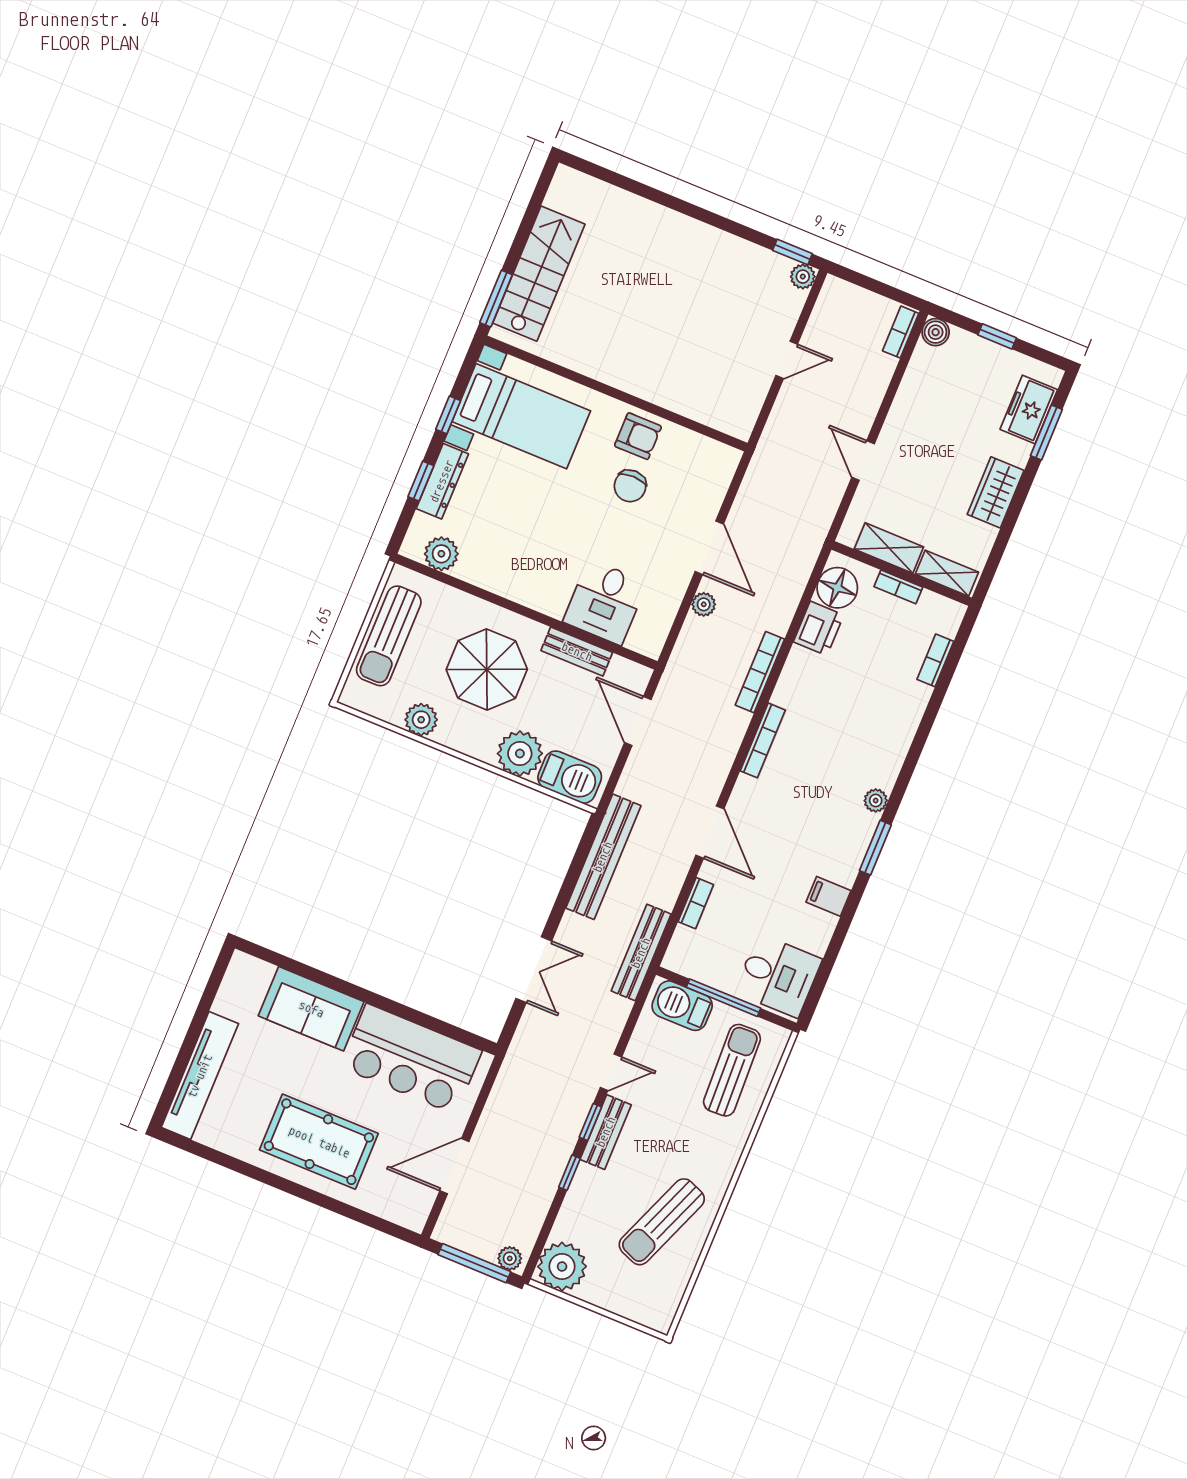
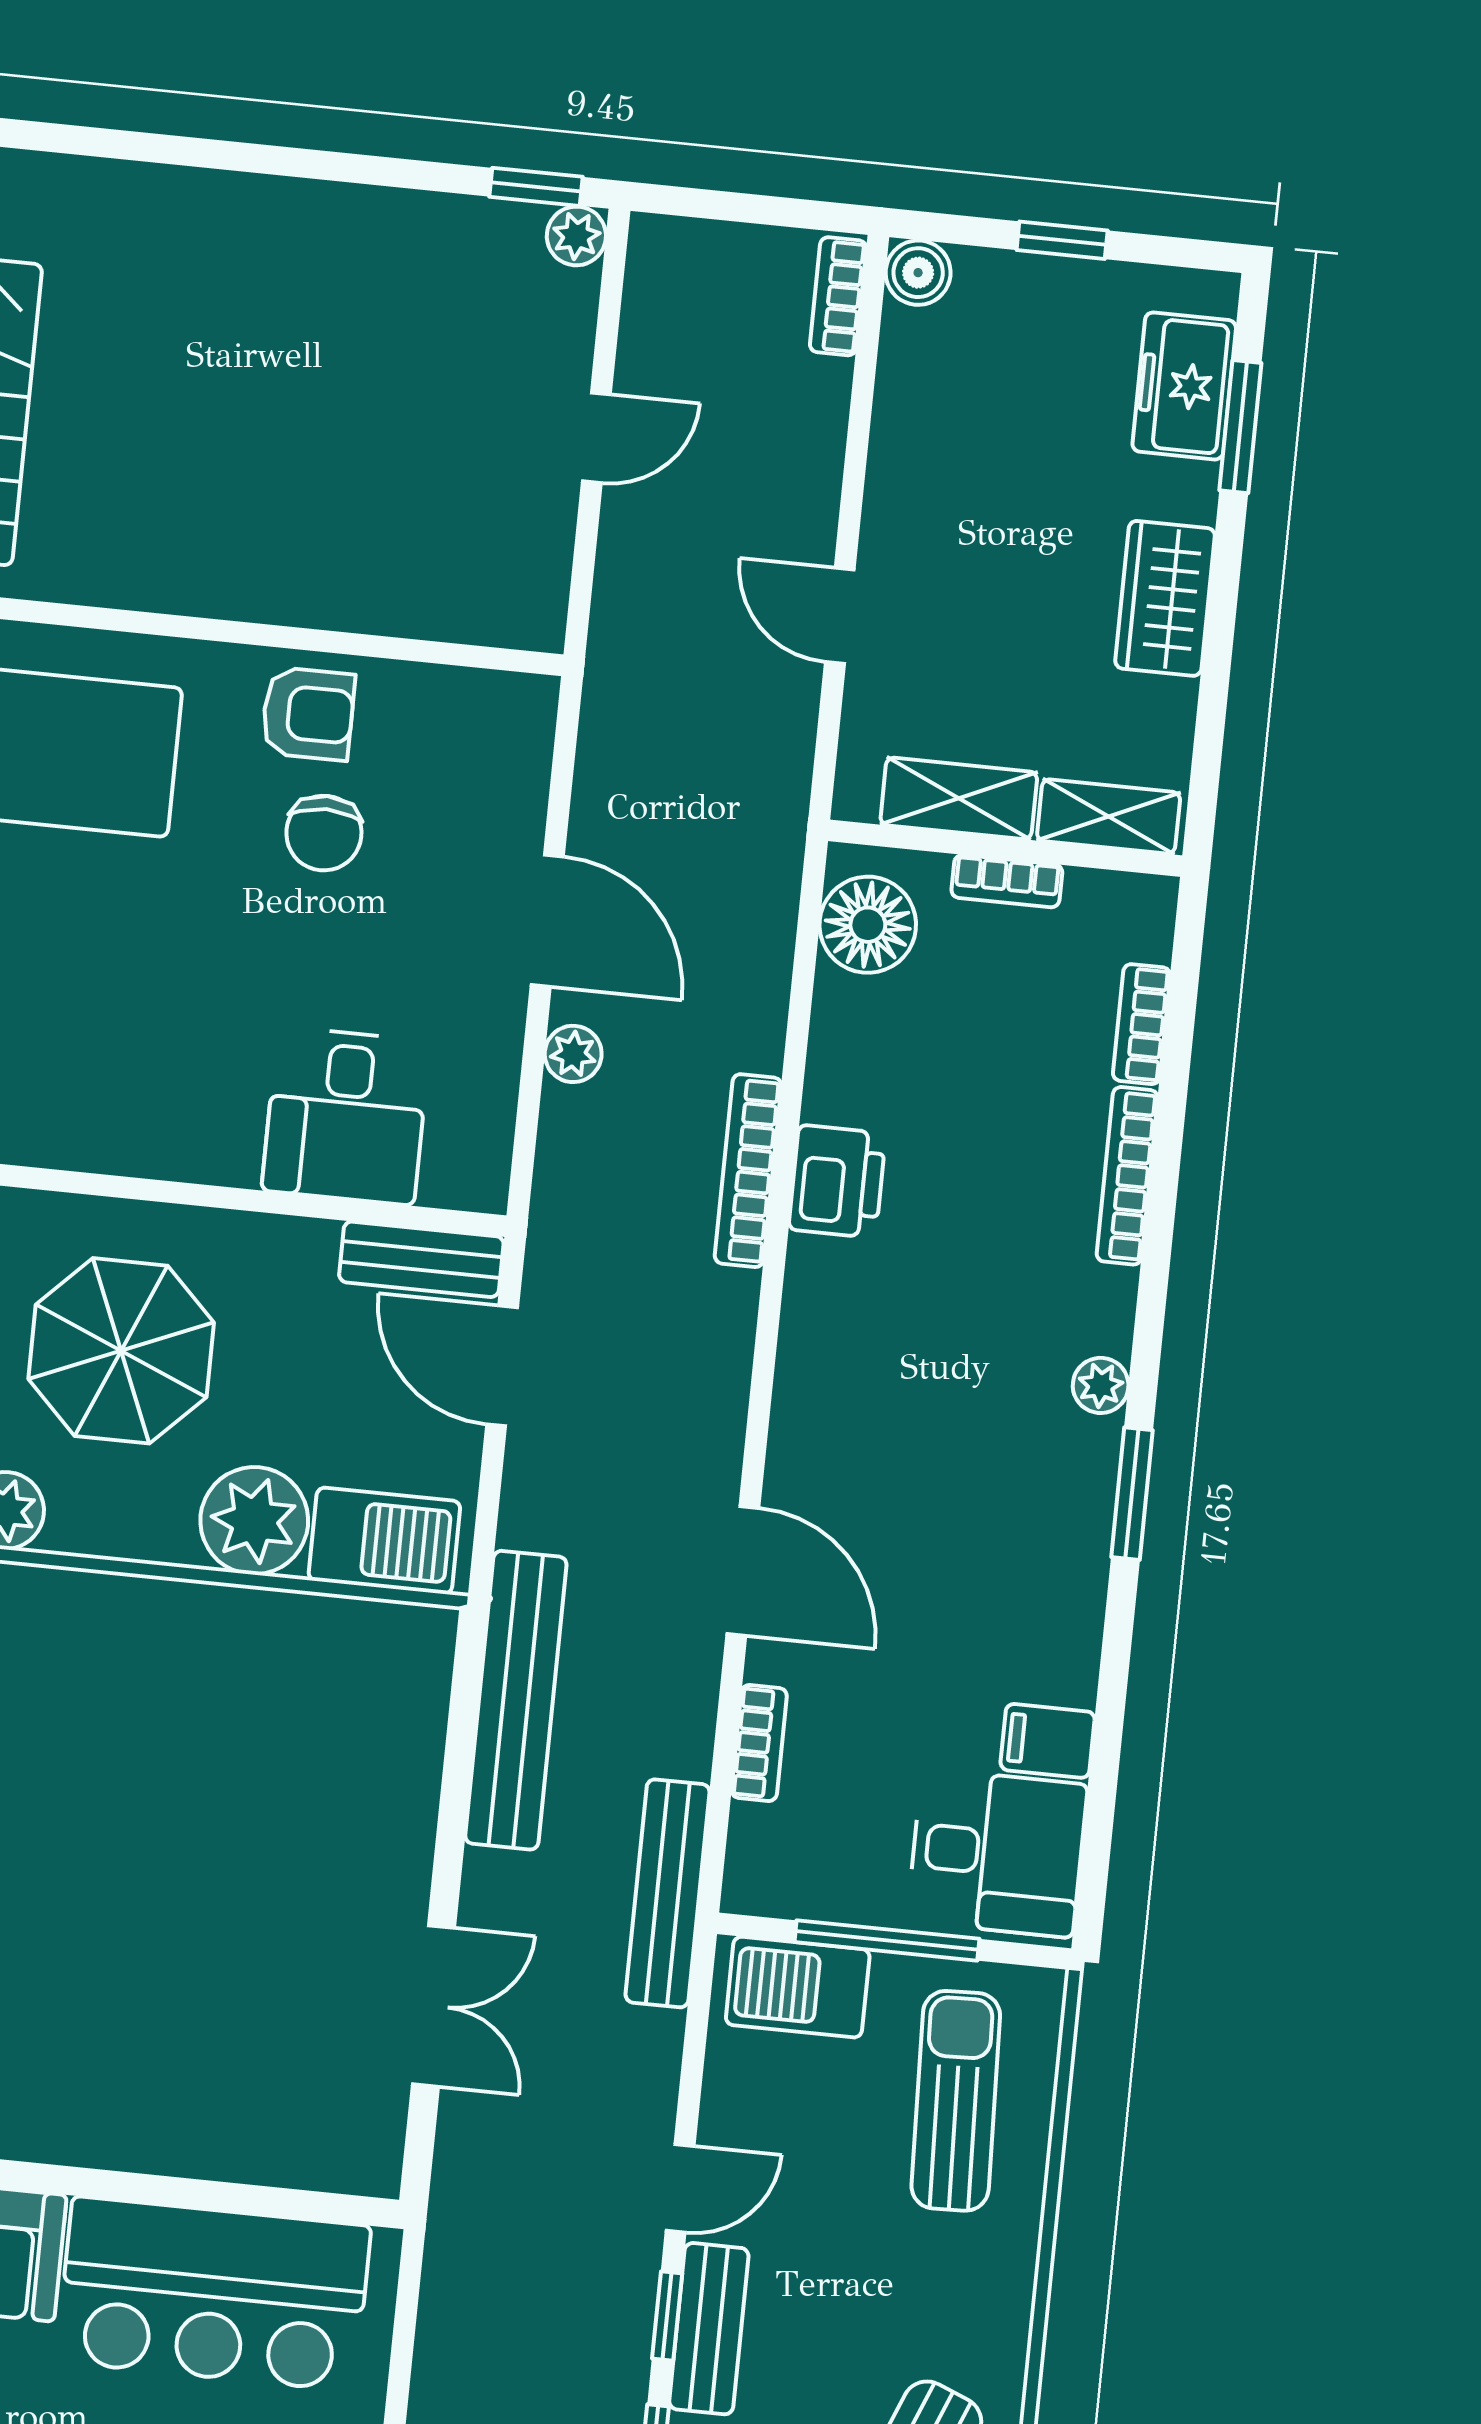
printer: (819, 628) -> (837, 1181), moved
bench: (577, 652) -> (421, 1259), moved
bookcase: (763, 740) -> (1127, 1176), moved, turned 180
filing cabinet: (829, 896) -> (1048, 1741), moved

